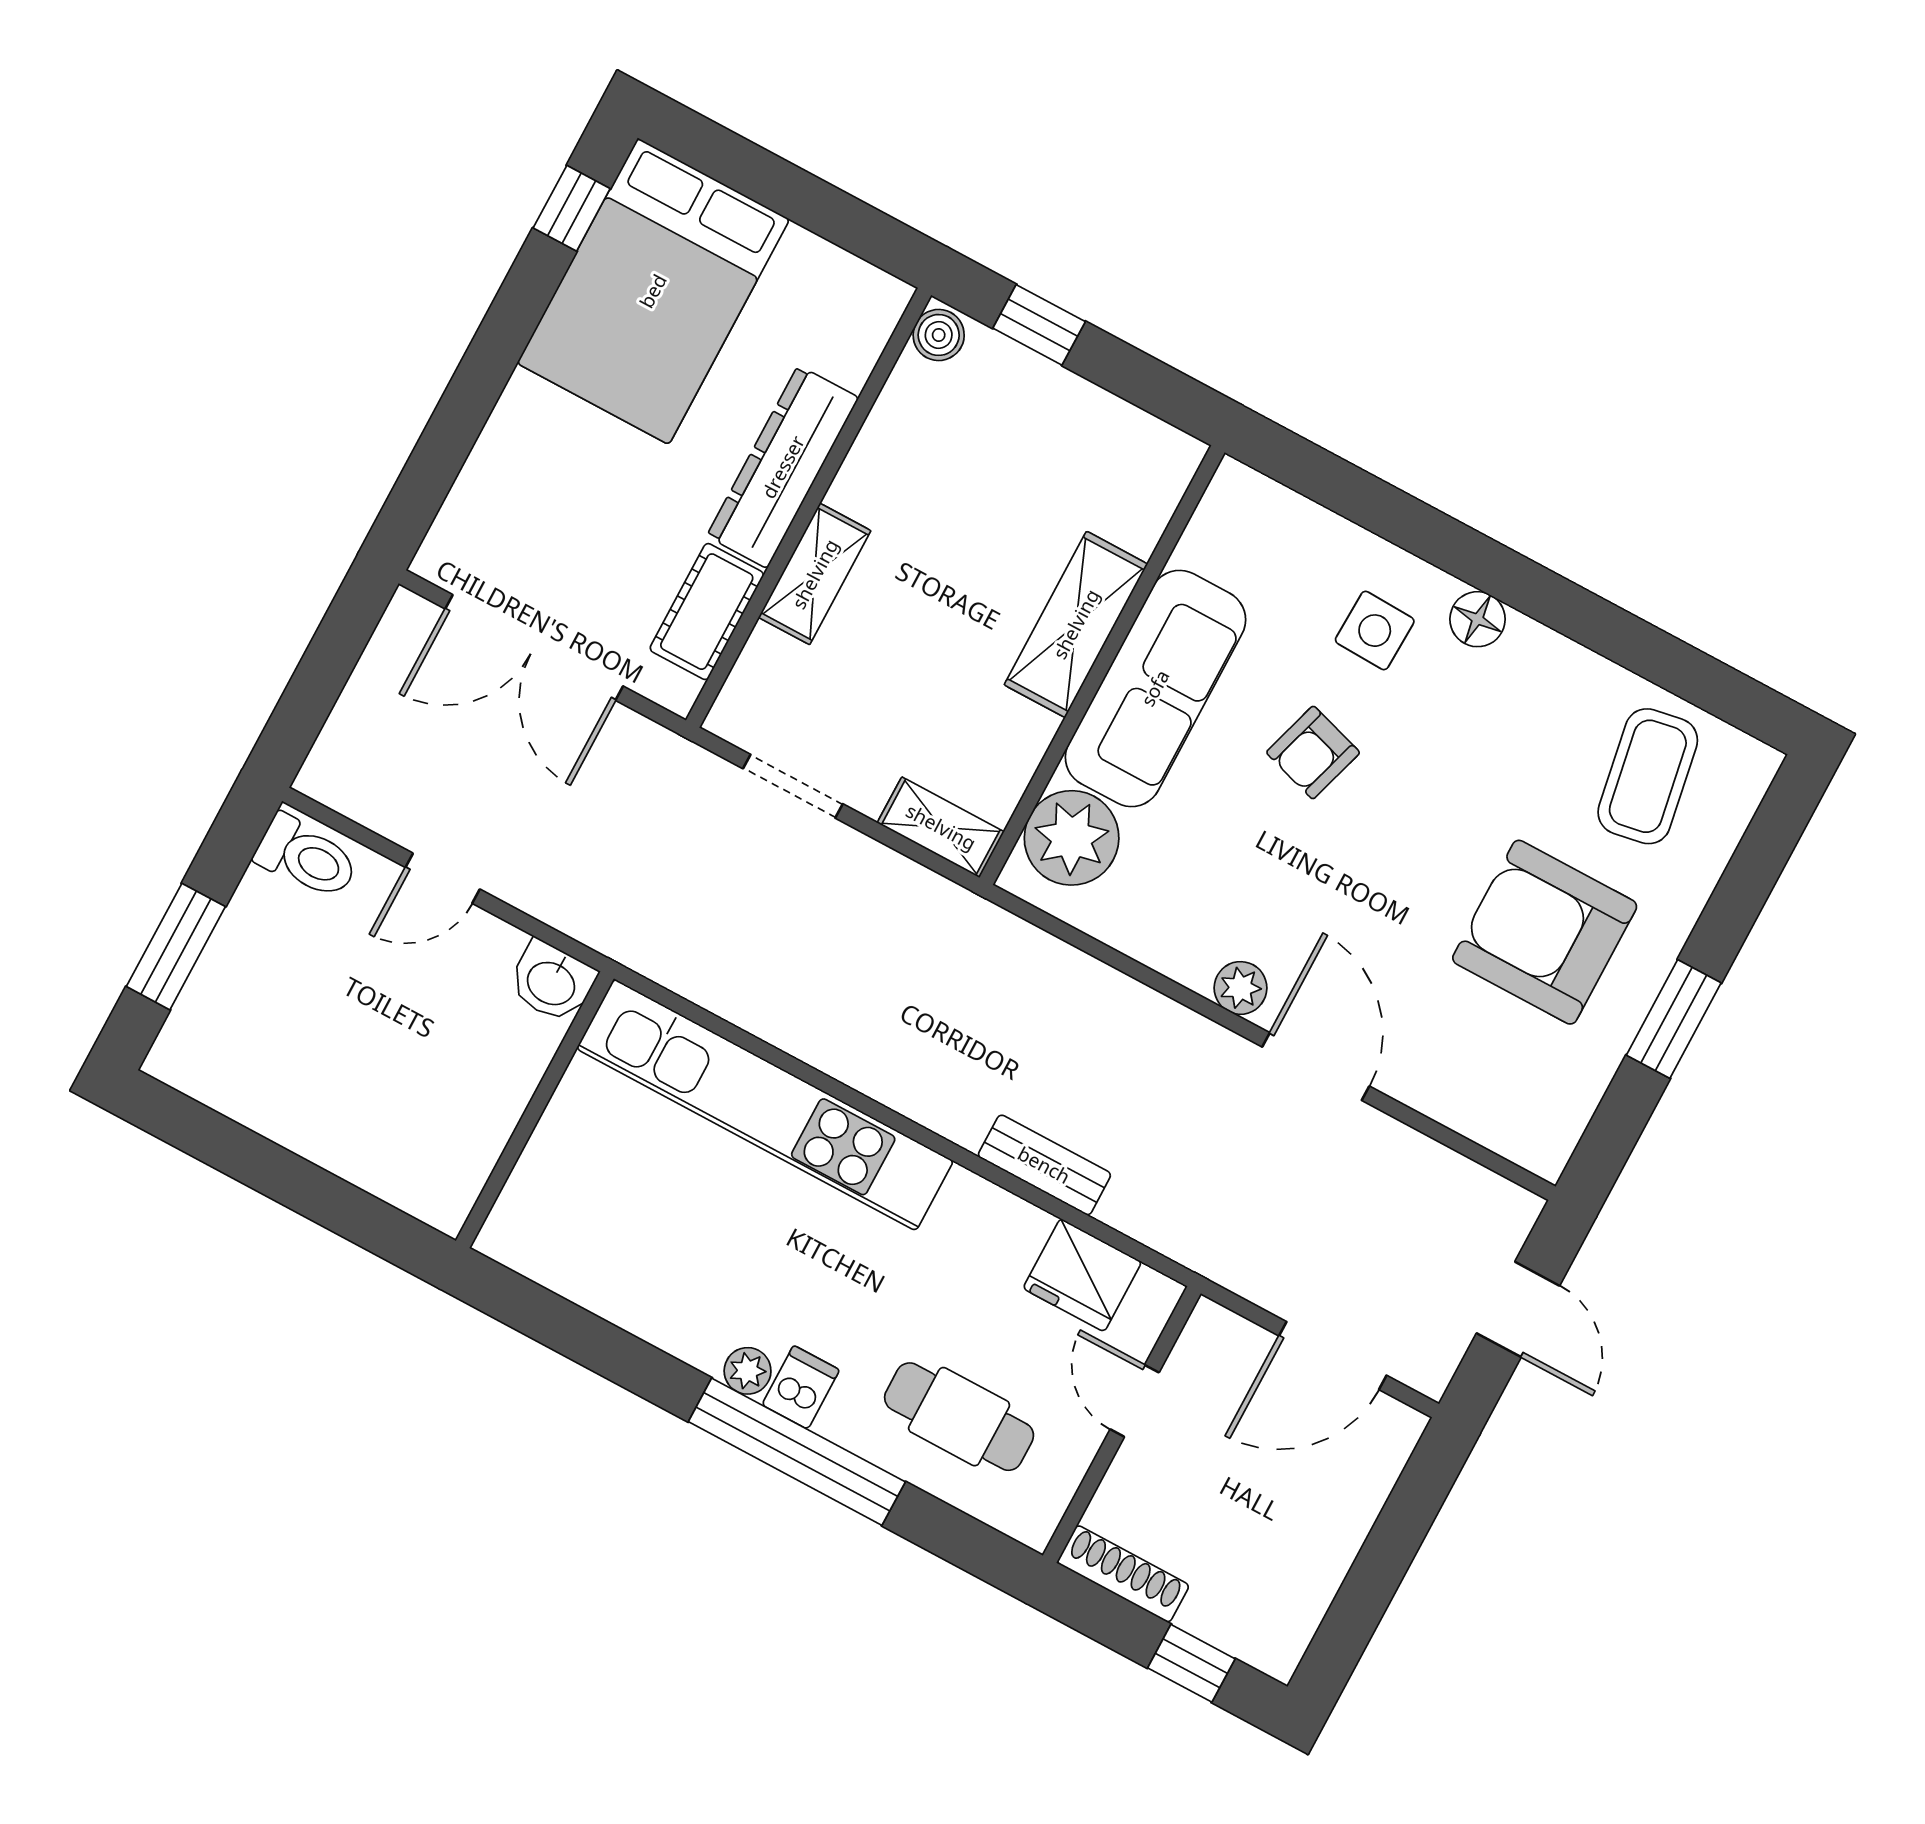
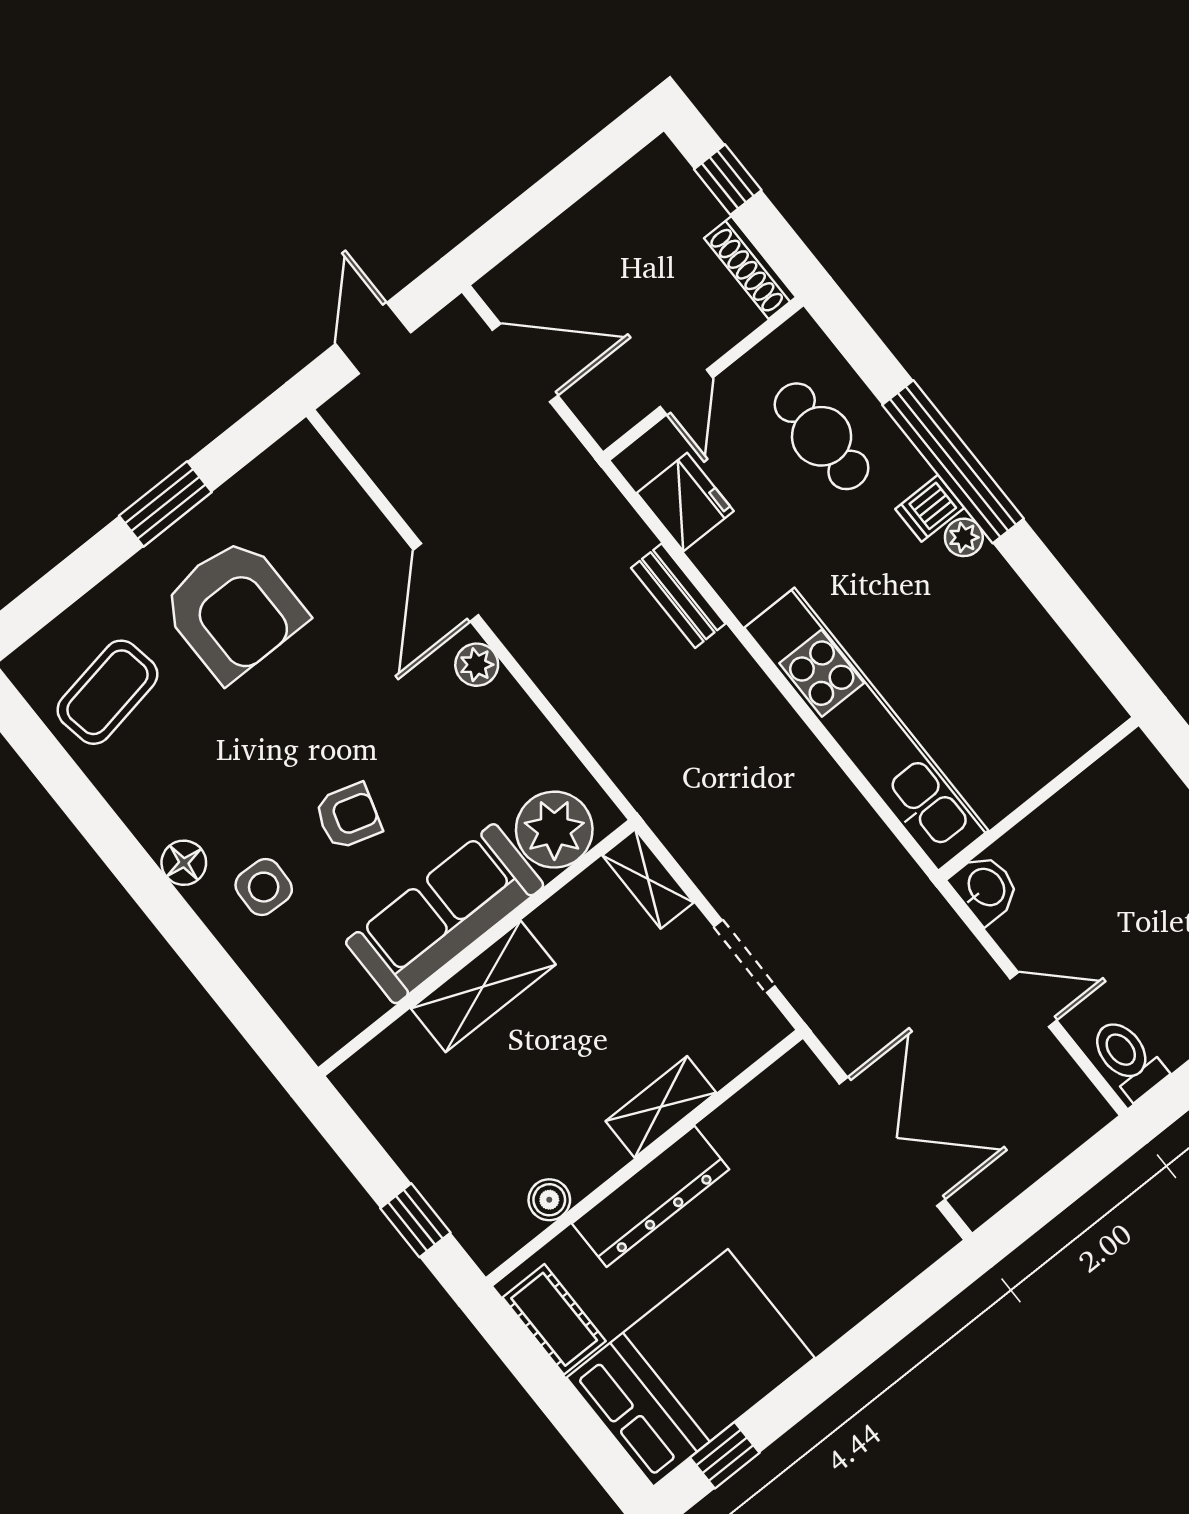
boiler: (939, 335) -> (549, 1200), moved
cot: (707, 612) -> (554, 1319), moved, turned 90

